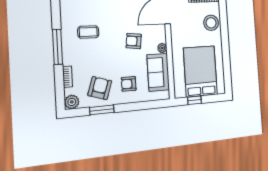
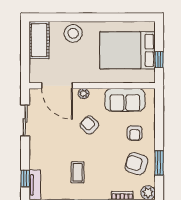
armchair: (134, 41) -> (89, 125), turned 126
plant: (162, 48) -> (84, 94), moved

